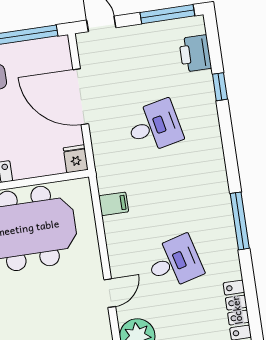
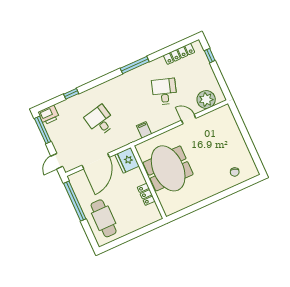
printer: (195, 53) -> (49, 115), moved
fridge: (76, 159) -> (127, 160), width x1.88, depth x1.34
desk: (174, 262) -> (164, 92), turned 33

